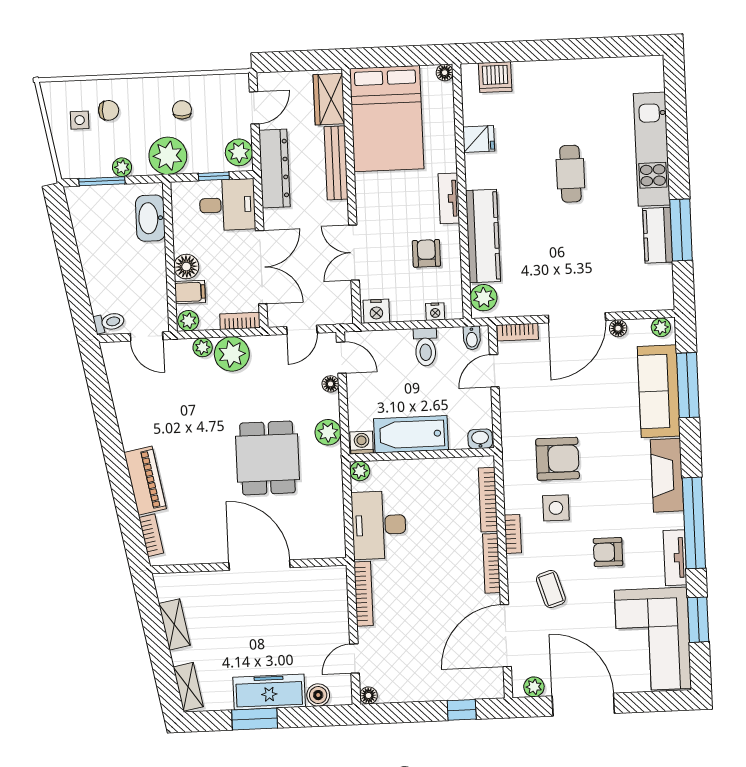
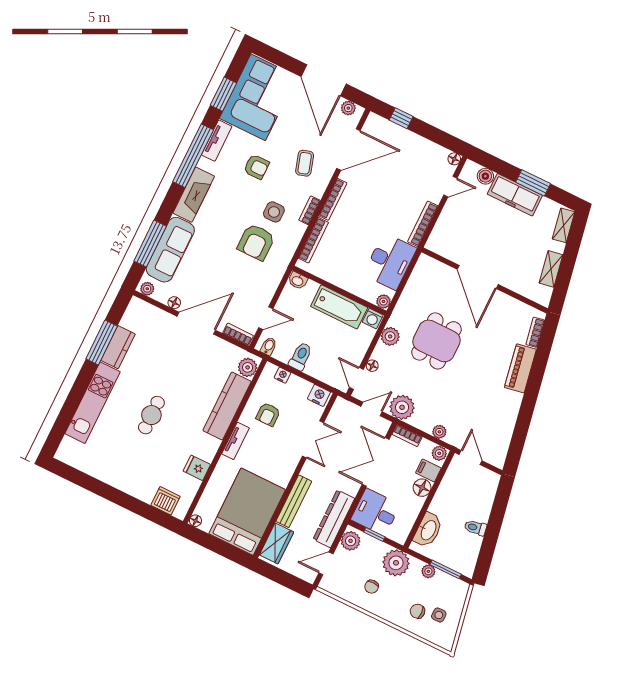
toilet: (109, 322) -> (475, 528), moved
plant: (232, 354) -> (402, 407), moved
armchair: (558, 459) -> (256, 242), turned -90

